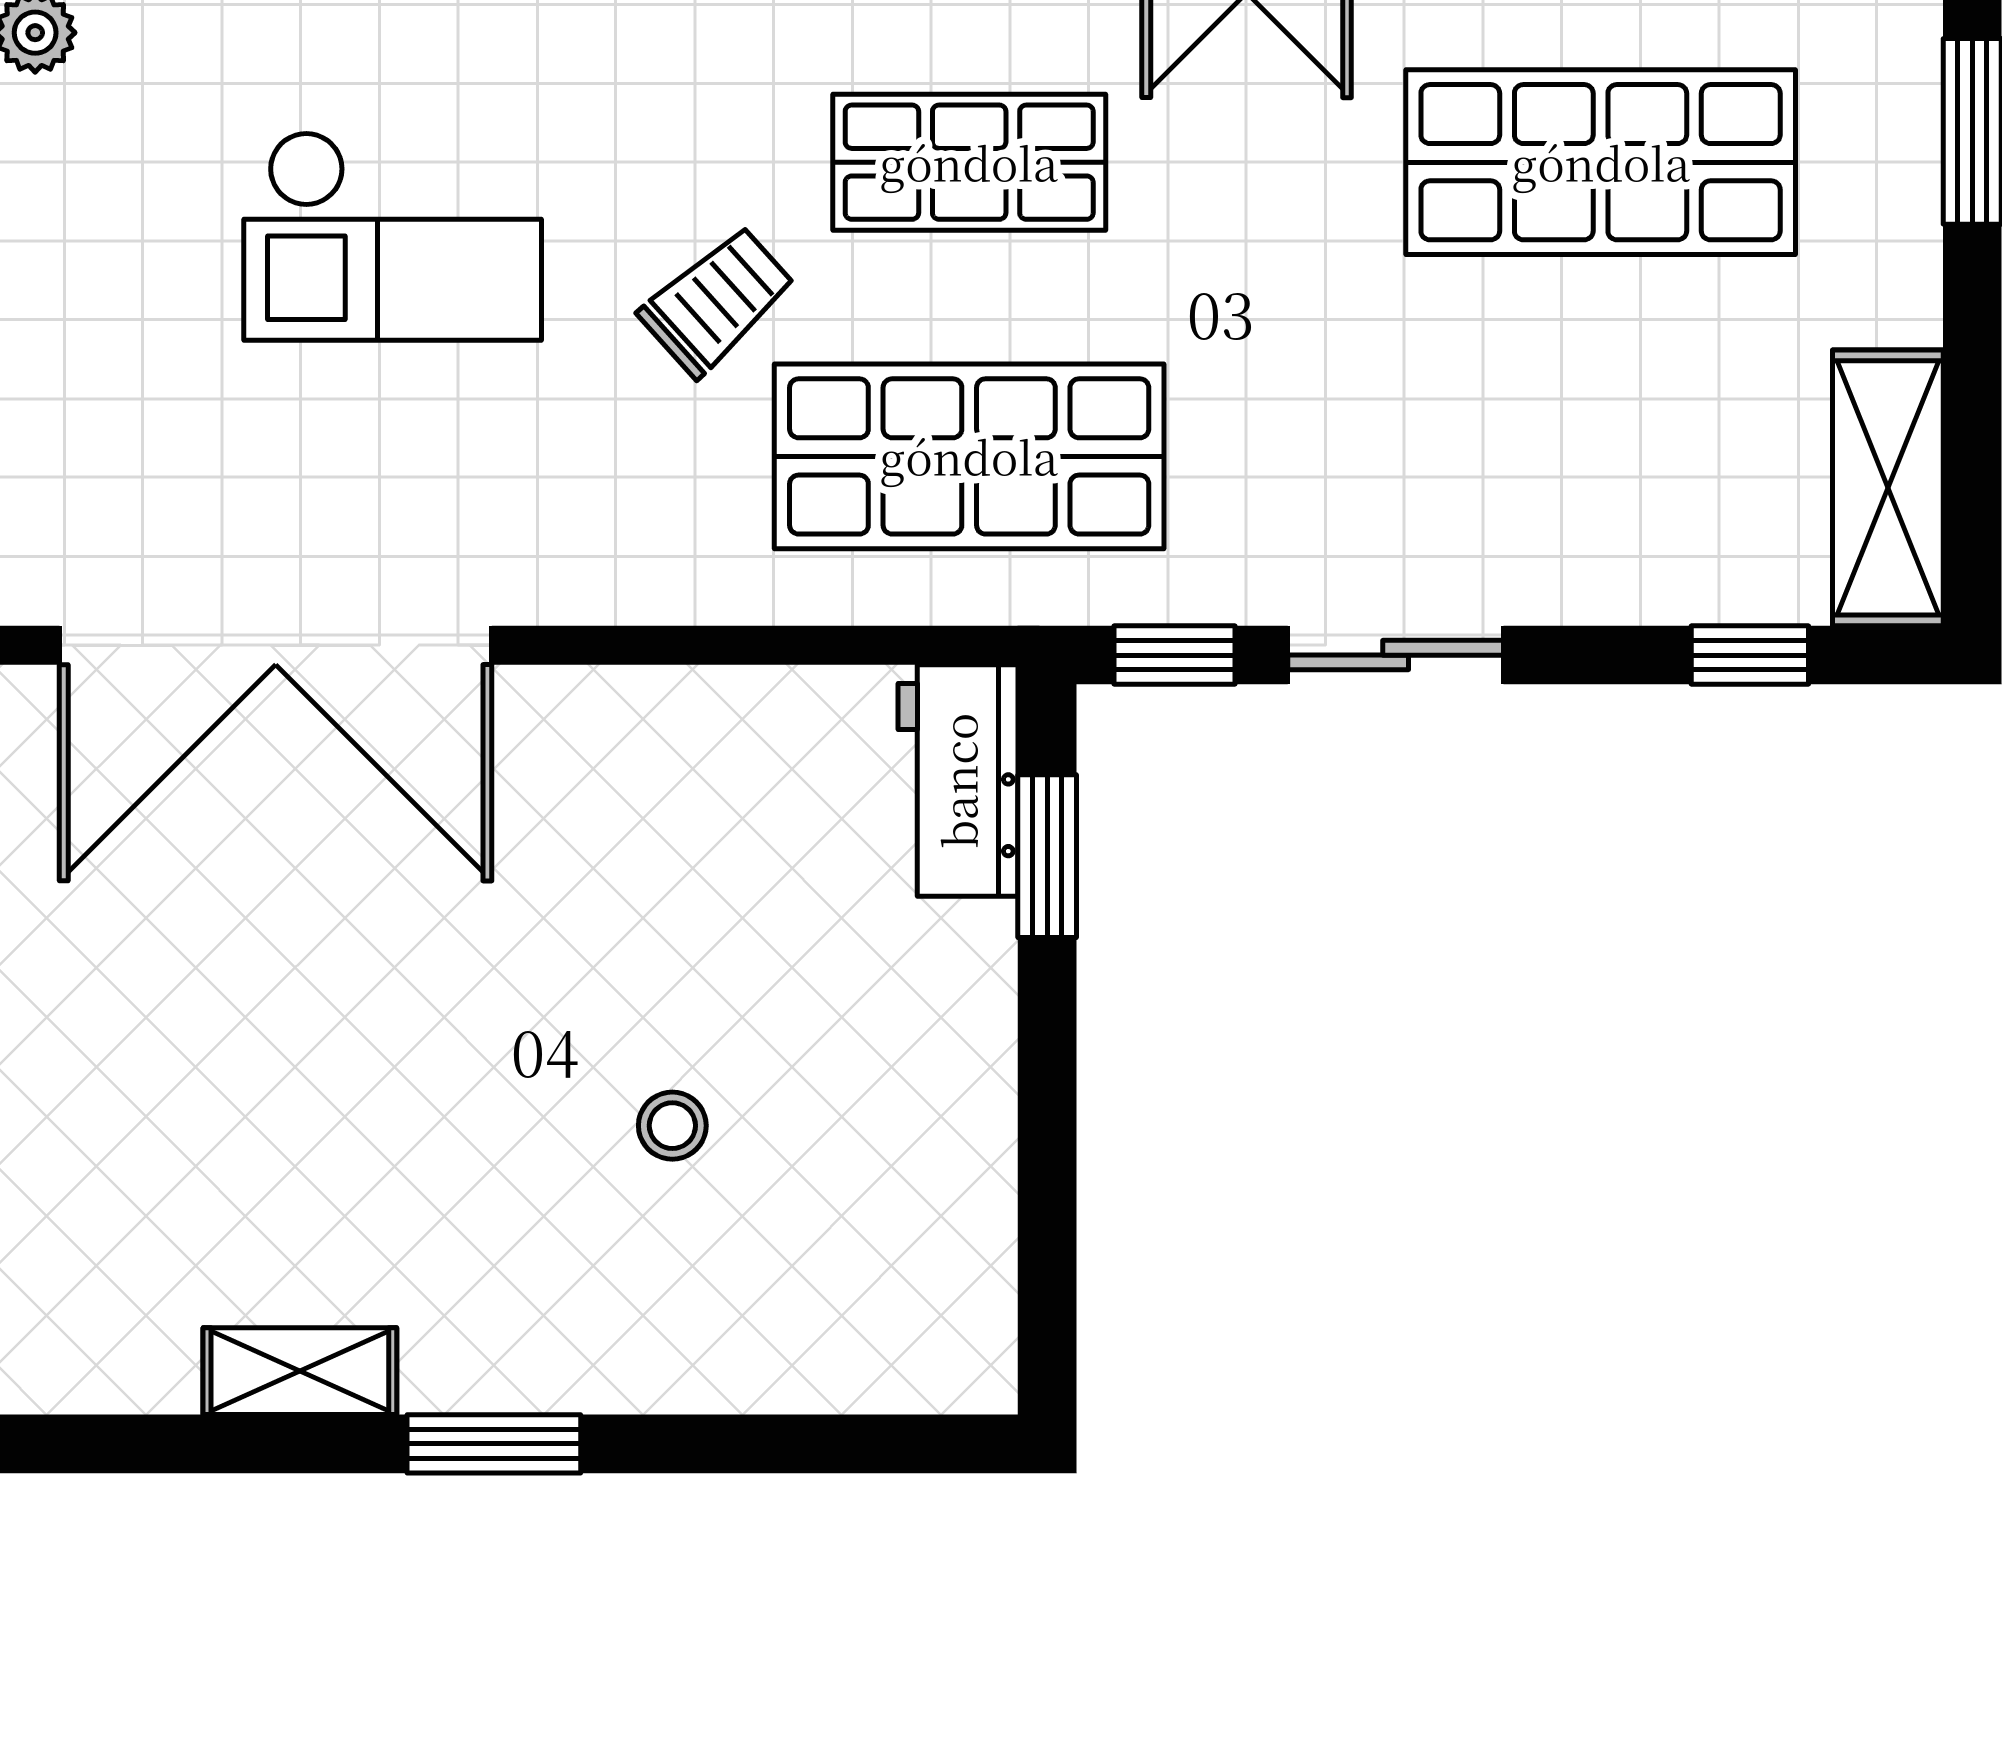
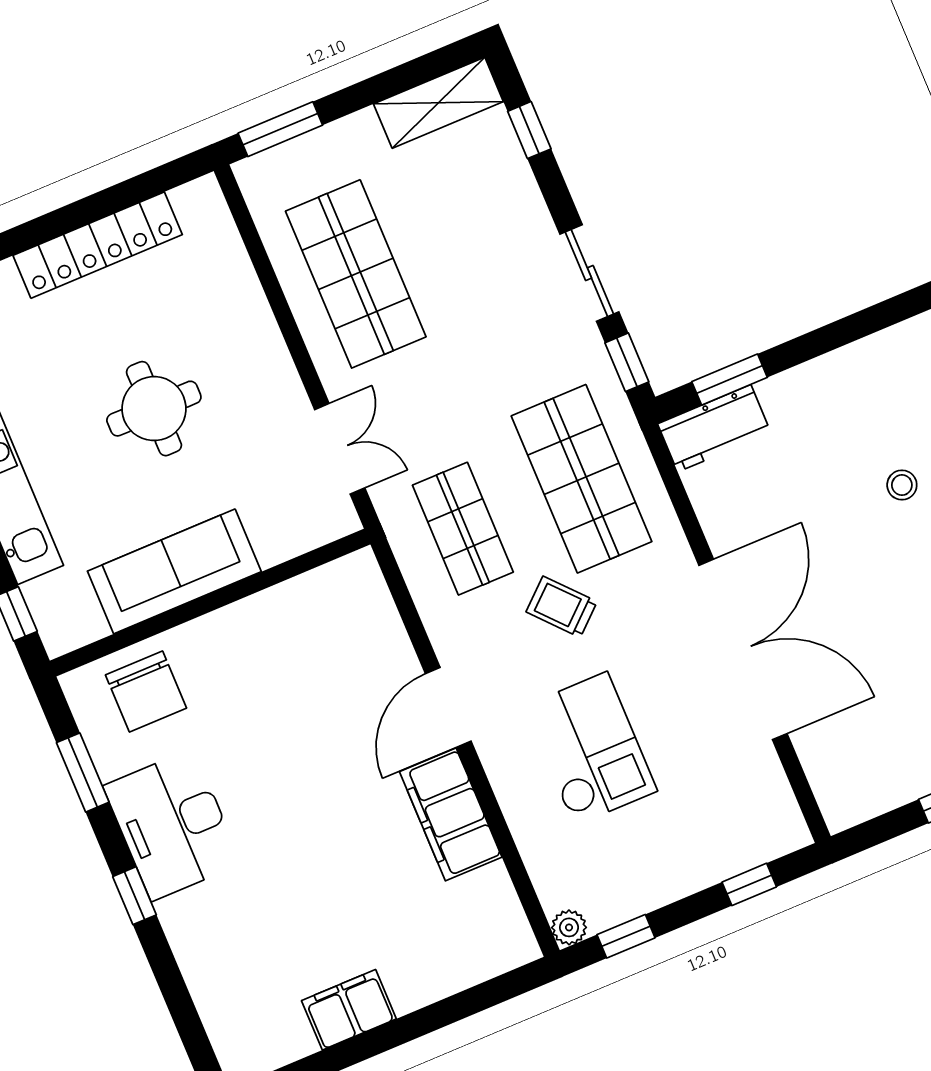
double door: (276, 645) -> (743, 649), moved

